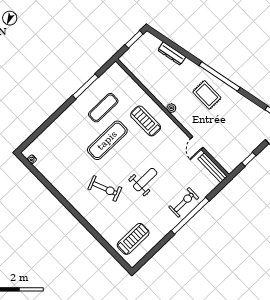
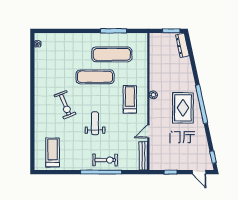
dresser: (172, 54) -> (182, 45), moved
rug: (207, 95) -> (183, 108), width x1.36, depth x1.43
exercise mat: (103, 108) -> (112, 54), width x1.36, depth x1.45
treadmill: (146, 121) -> (130, 99), moved
weight bench: (145, 180) -> (95, 123), turned -90
treadmill: (133, 239) -> (53, 152), turned -90

